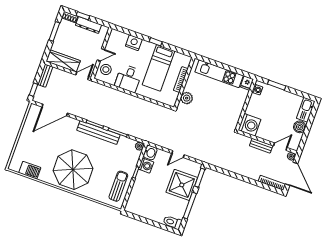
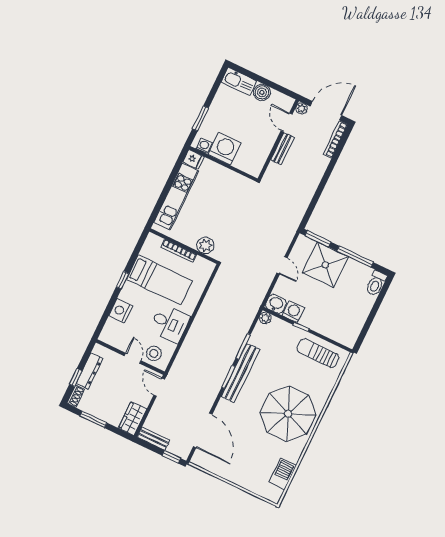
wardrobe: (63, 61) -> (133, 418), width x0.67
washing machine: (250, 125) -> (225, 149), moved

